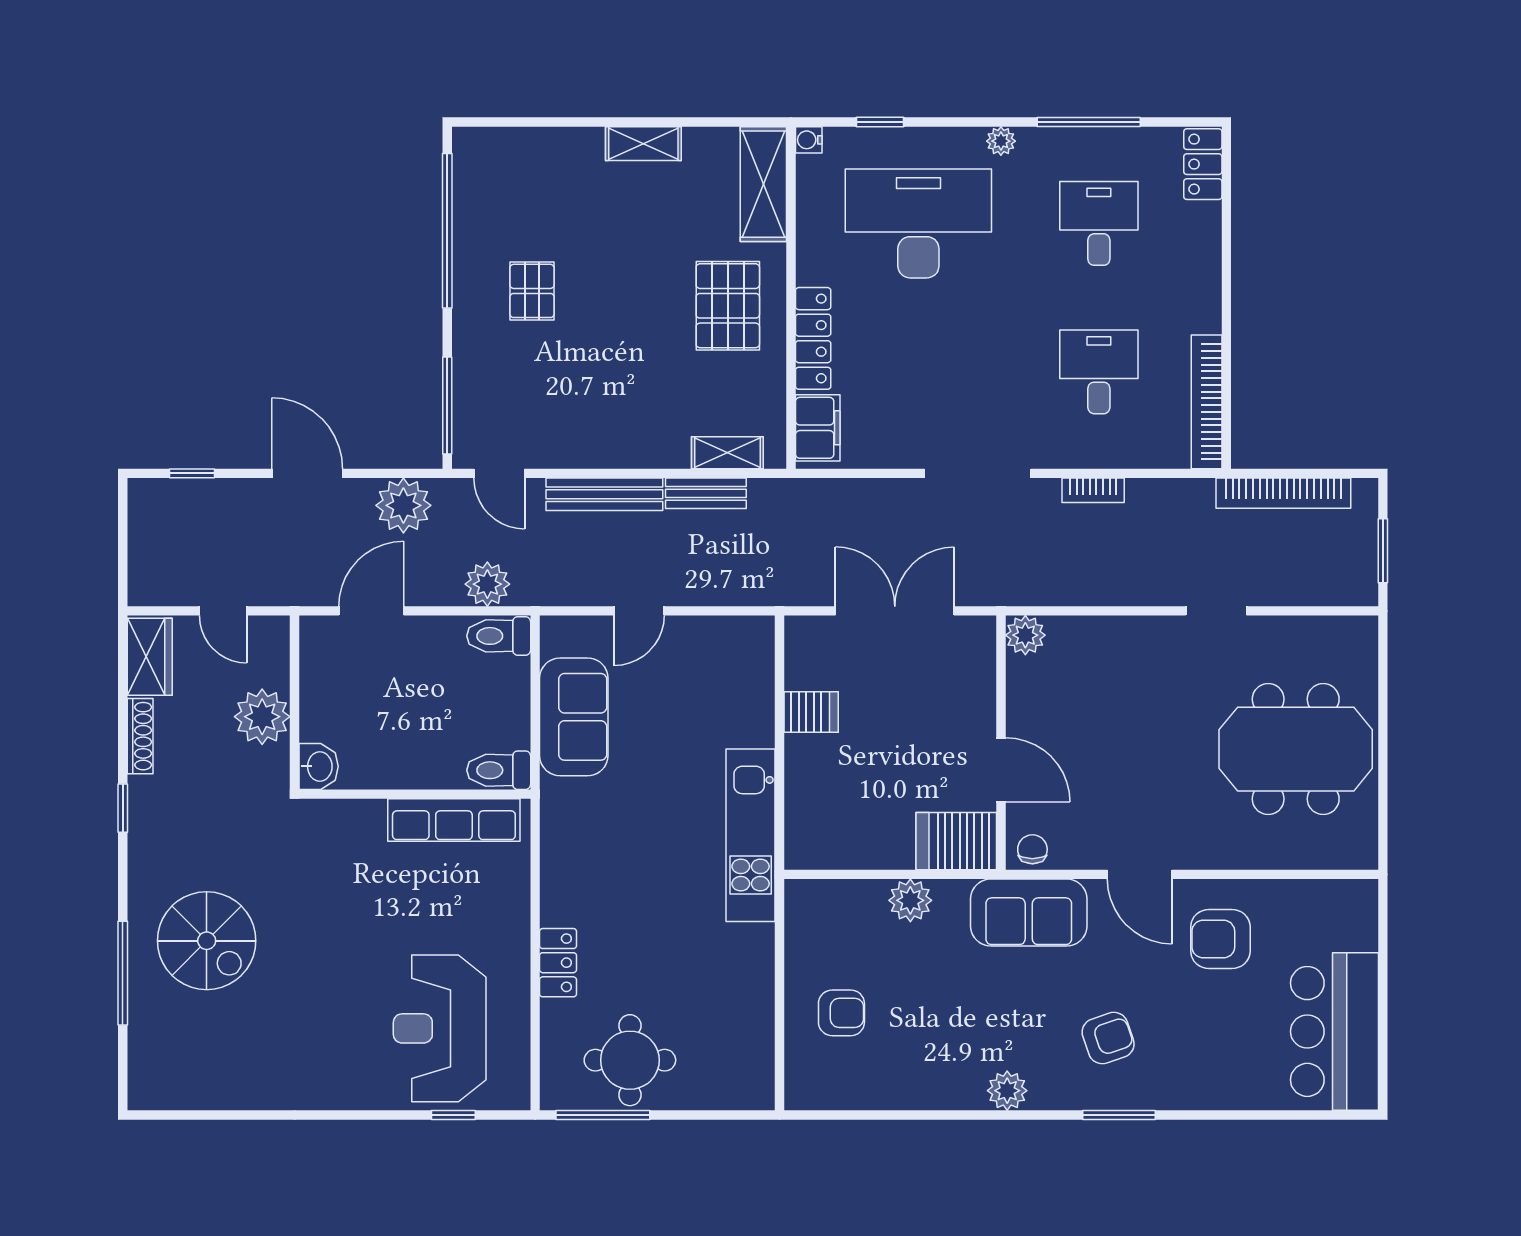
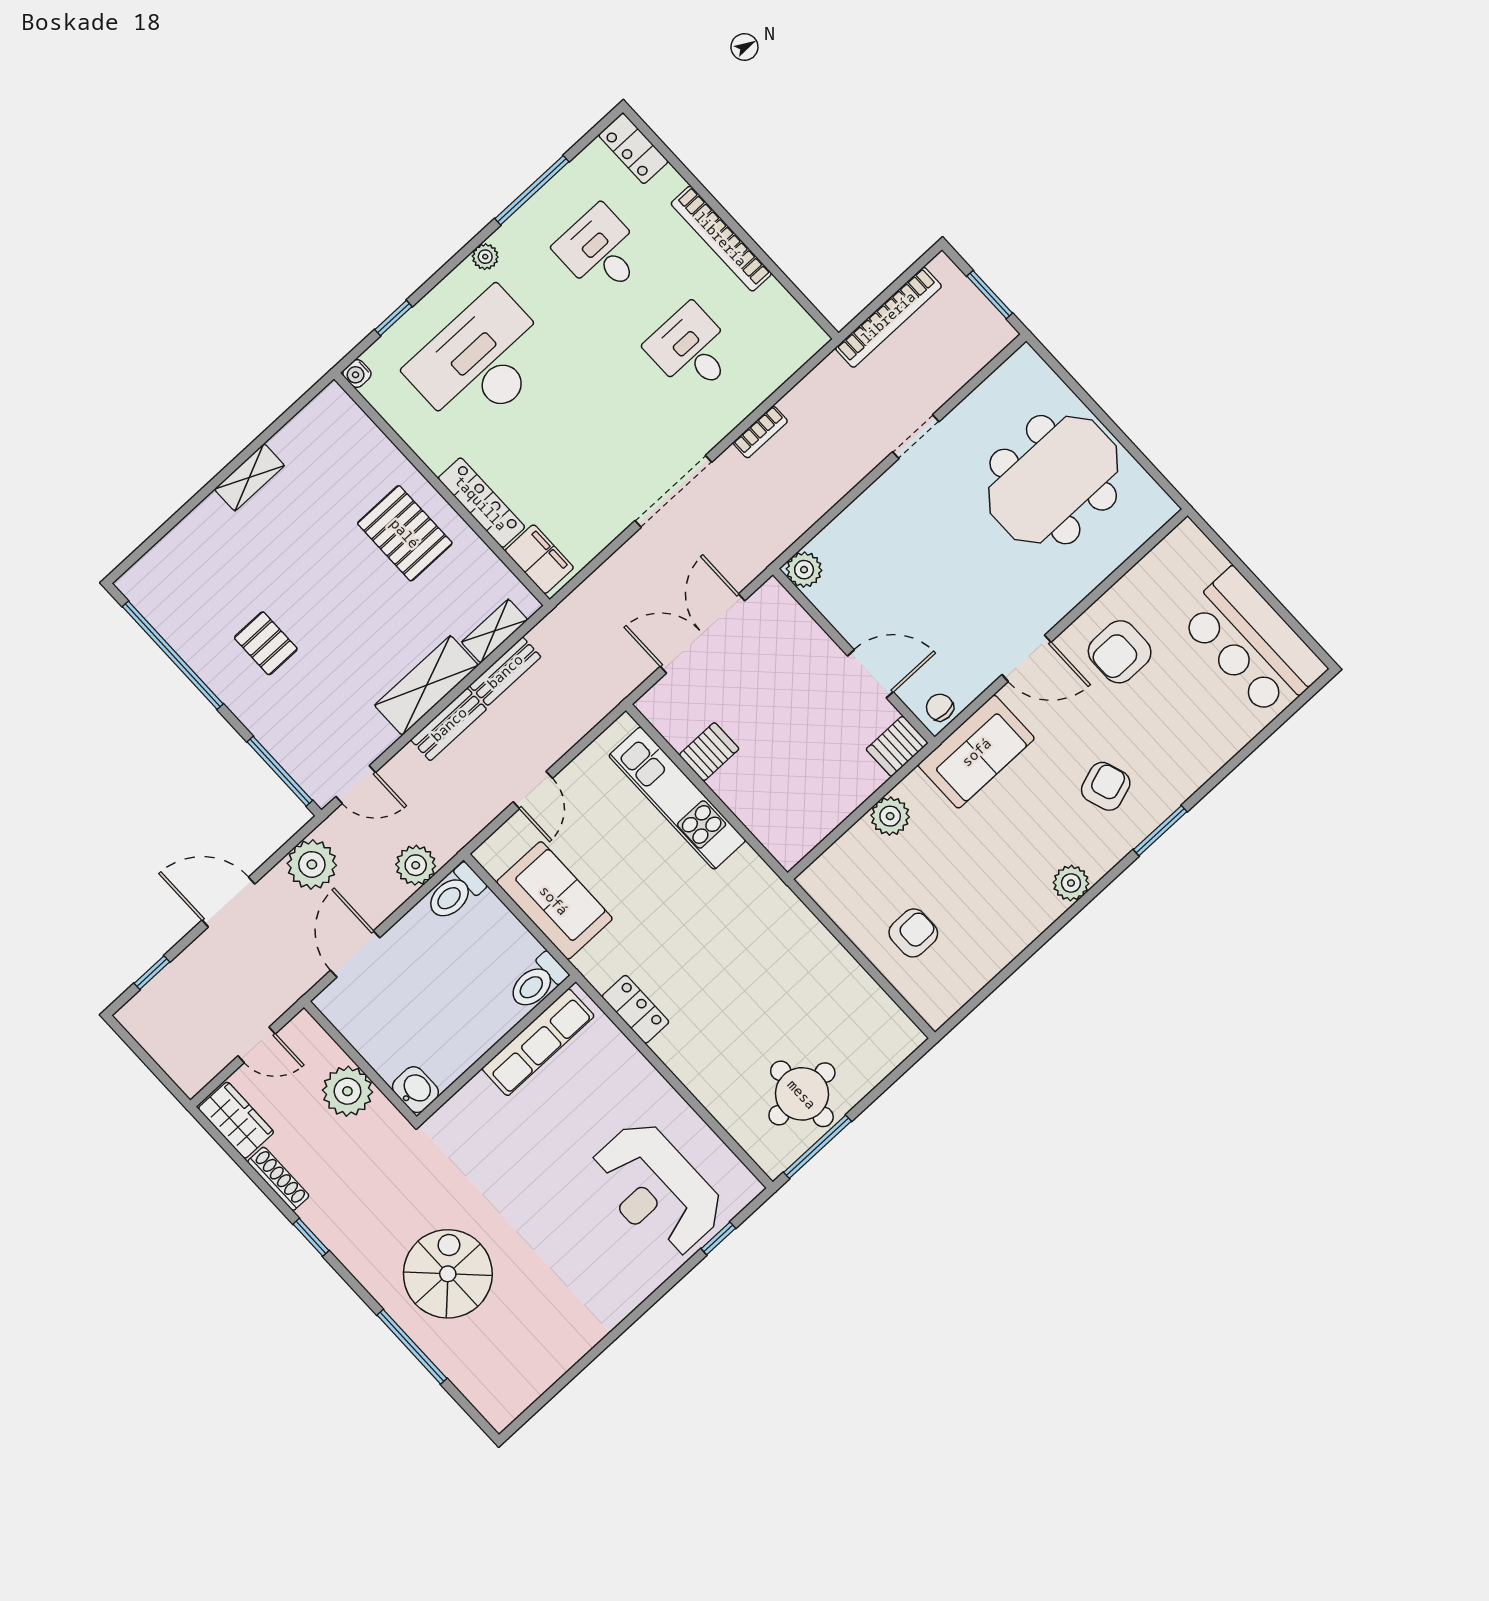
shelving: (763, 184) -> (426, 685), moved, turned 90
bookcase: (1207, 402) -> (721, 239), moved
bench: (604, 494) -> (449, 724), width x0.73
kitchen unit: (751, 835) -> (677, 798), moved
server rack: (956, 841) -> (897, 746), width x0.73, depth x0.70
spiral stairs: (207, 941) -> (448, 1274), turned -90
locker: (558, 963) -> (635, 1009), moved

